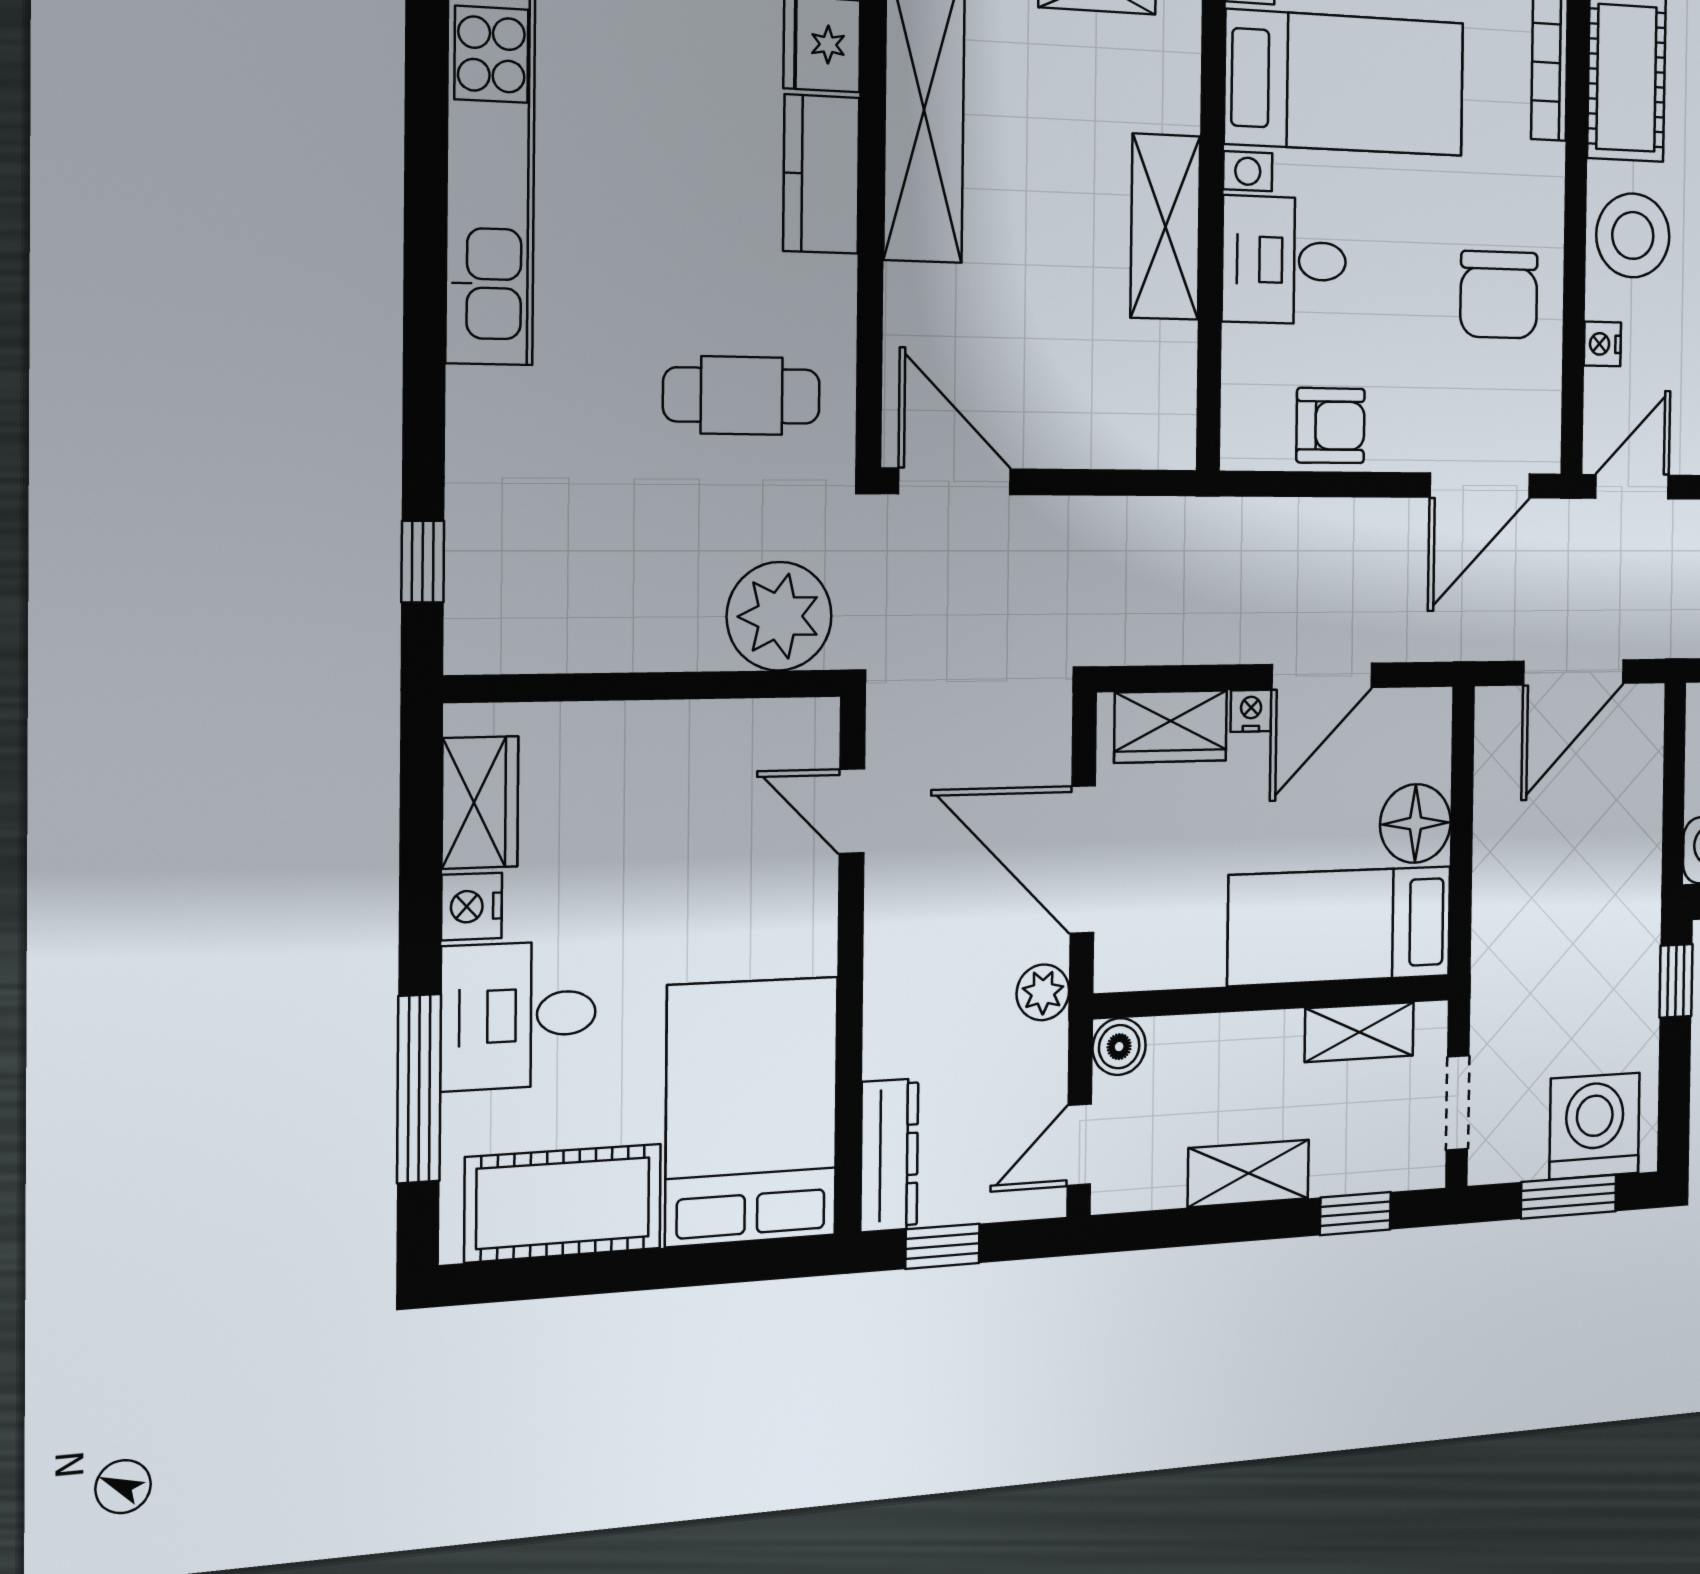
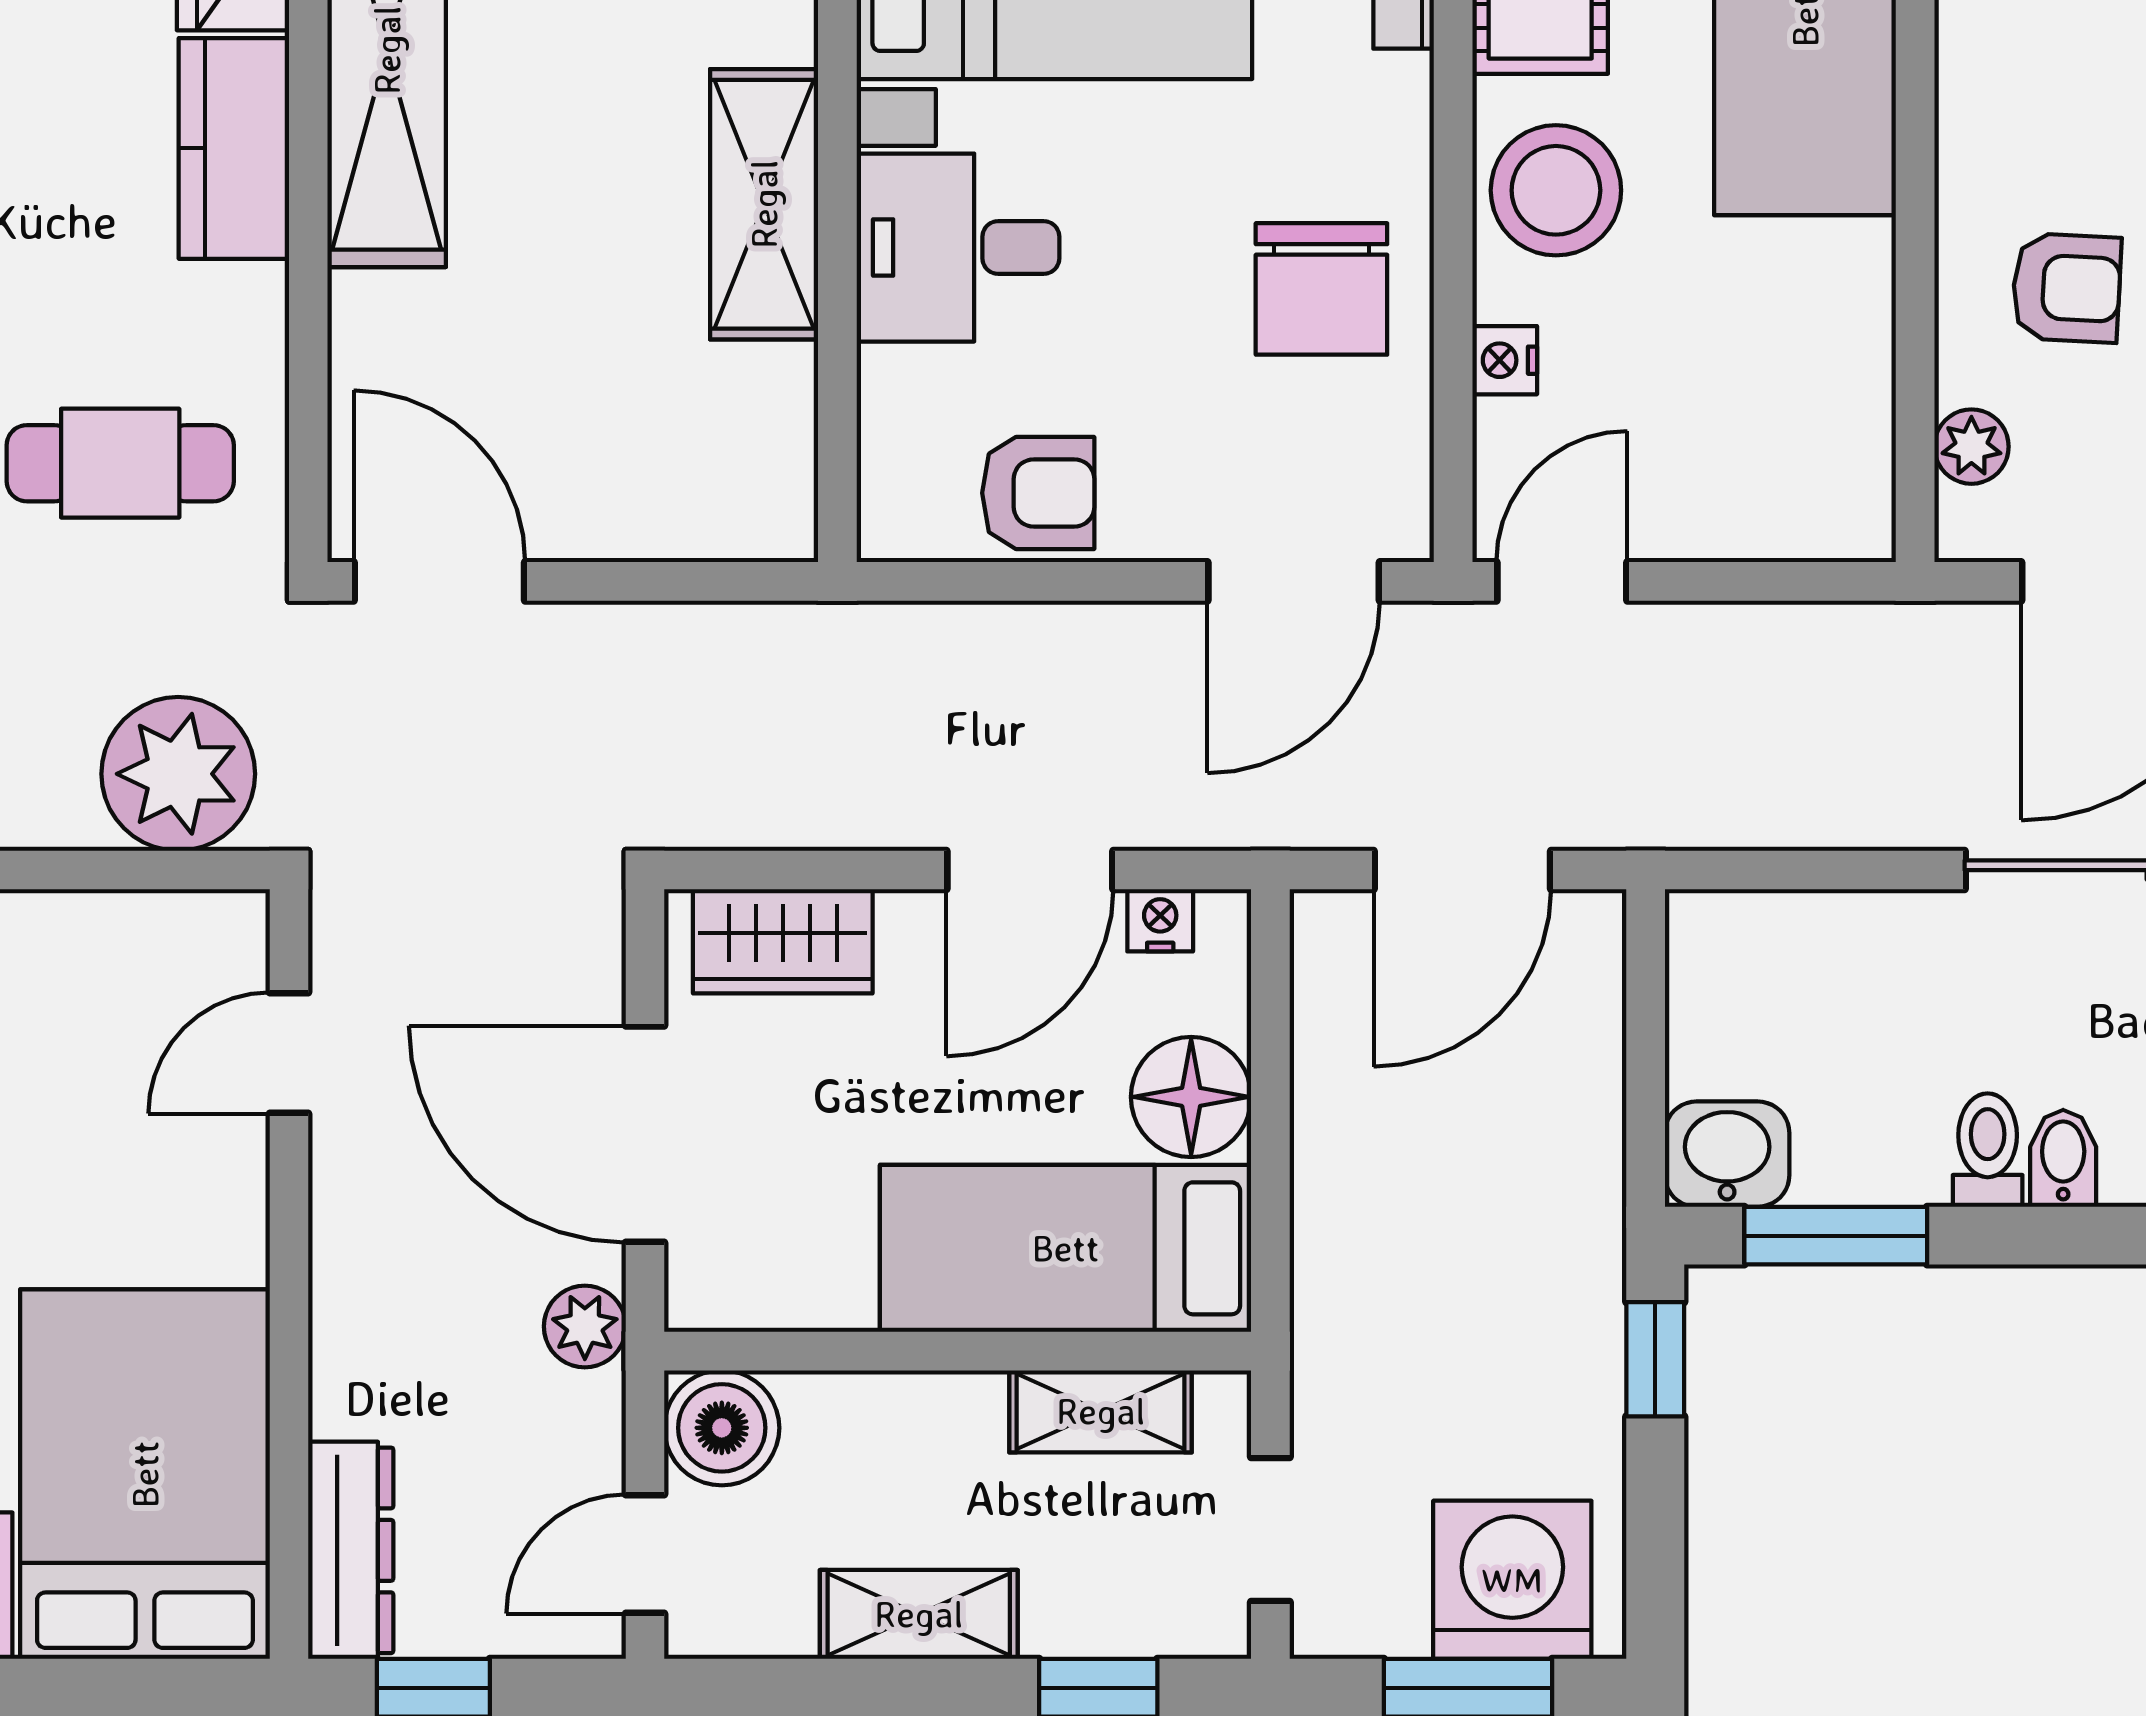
nightstand: (1251, 711) -> (1160, 920), moved
door: (852, 811) -> (289, 1053), hinge flipped
boiler: (1119, 1047) -> (722, 1428), width x1.36, depth x1.36

